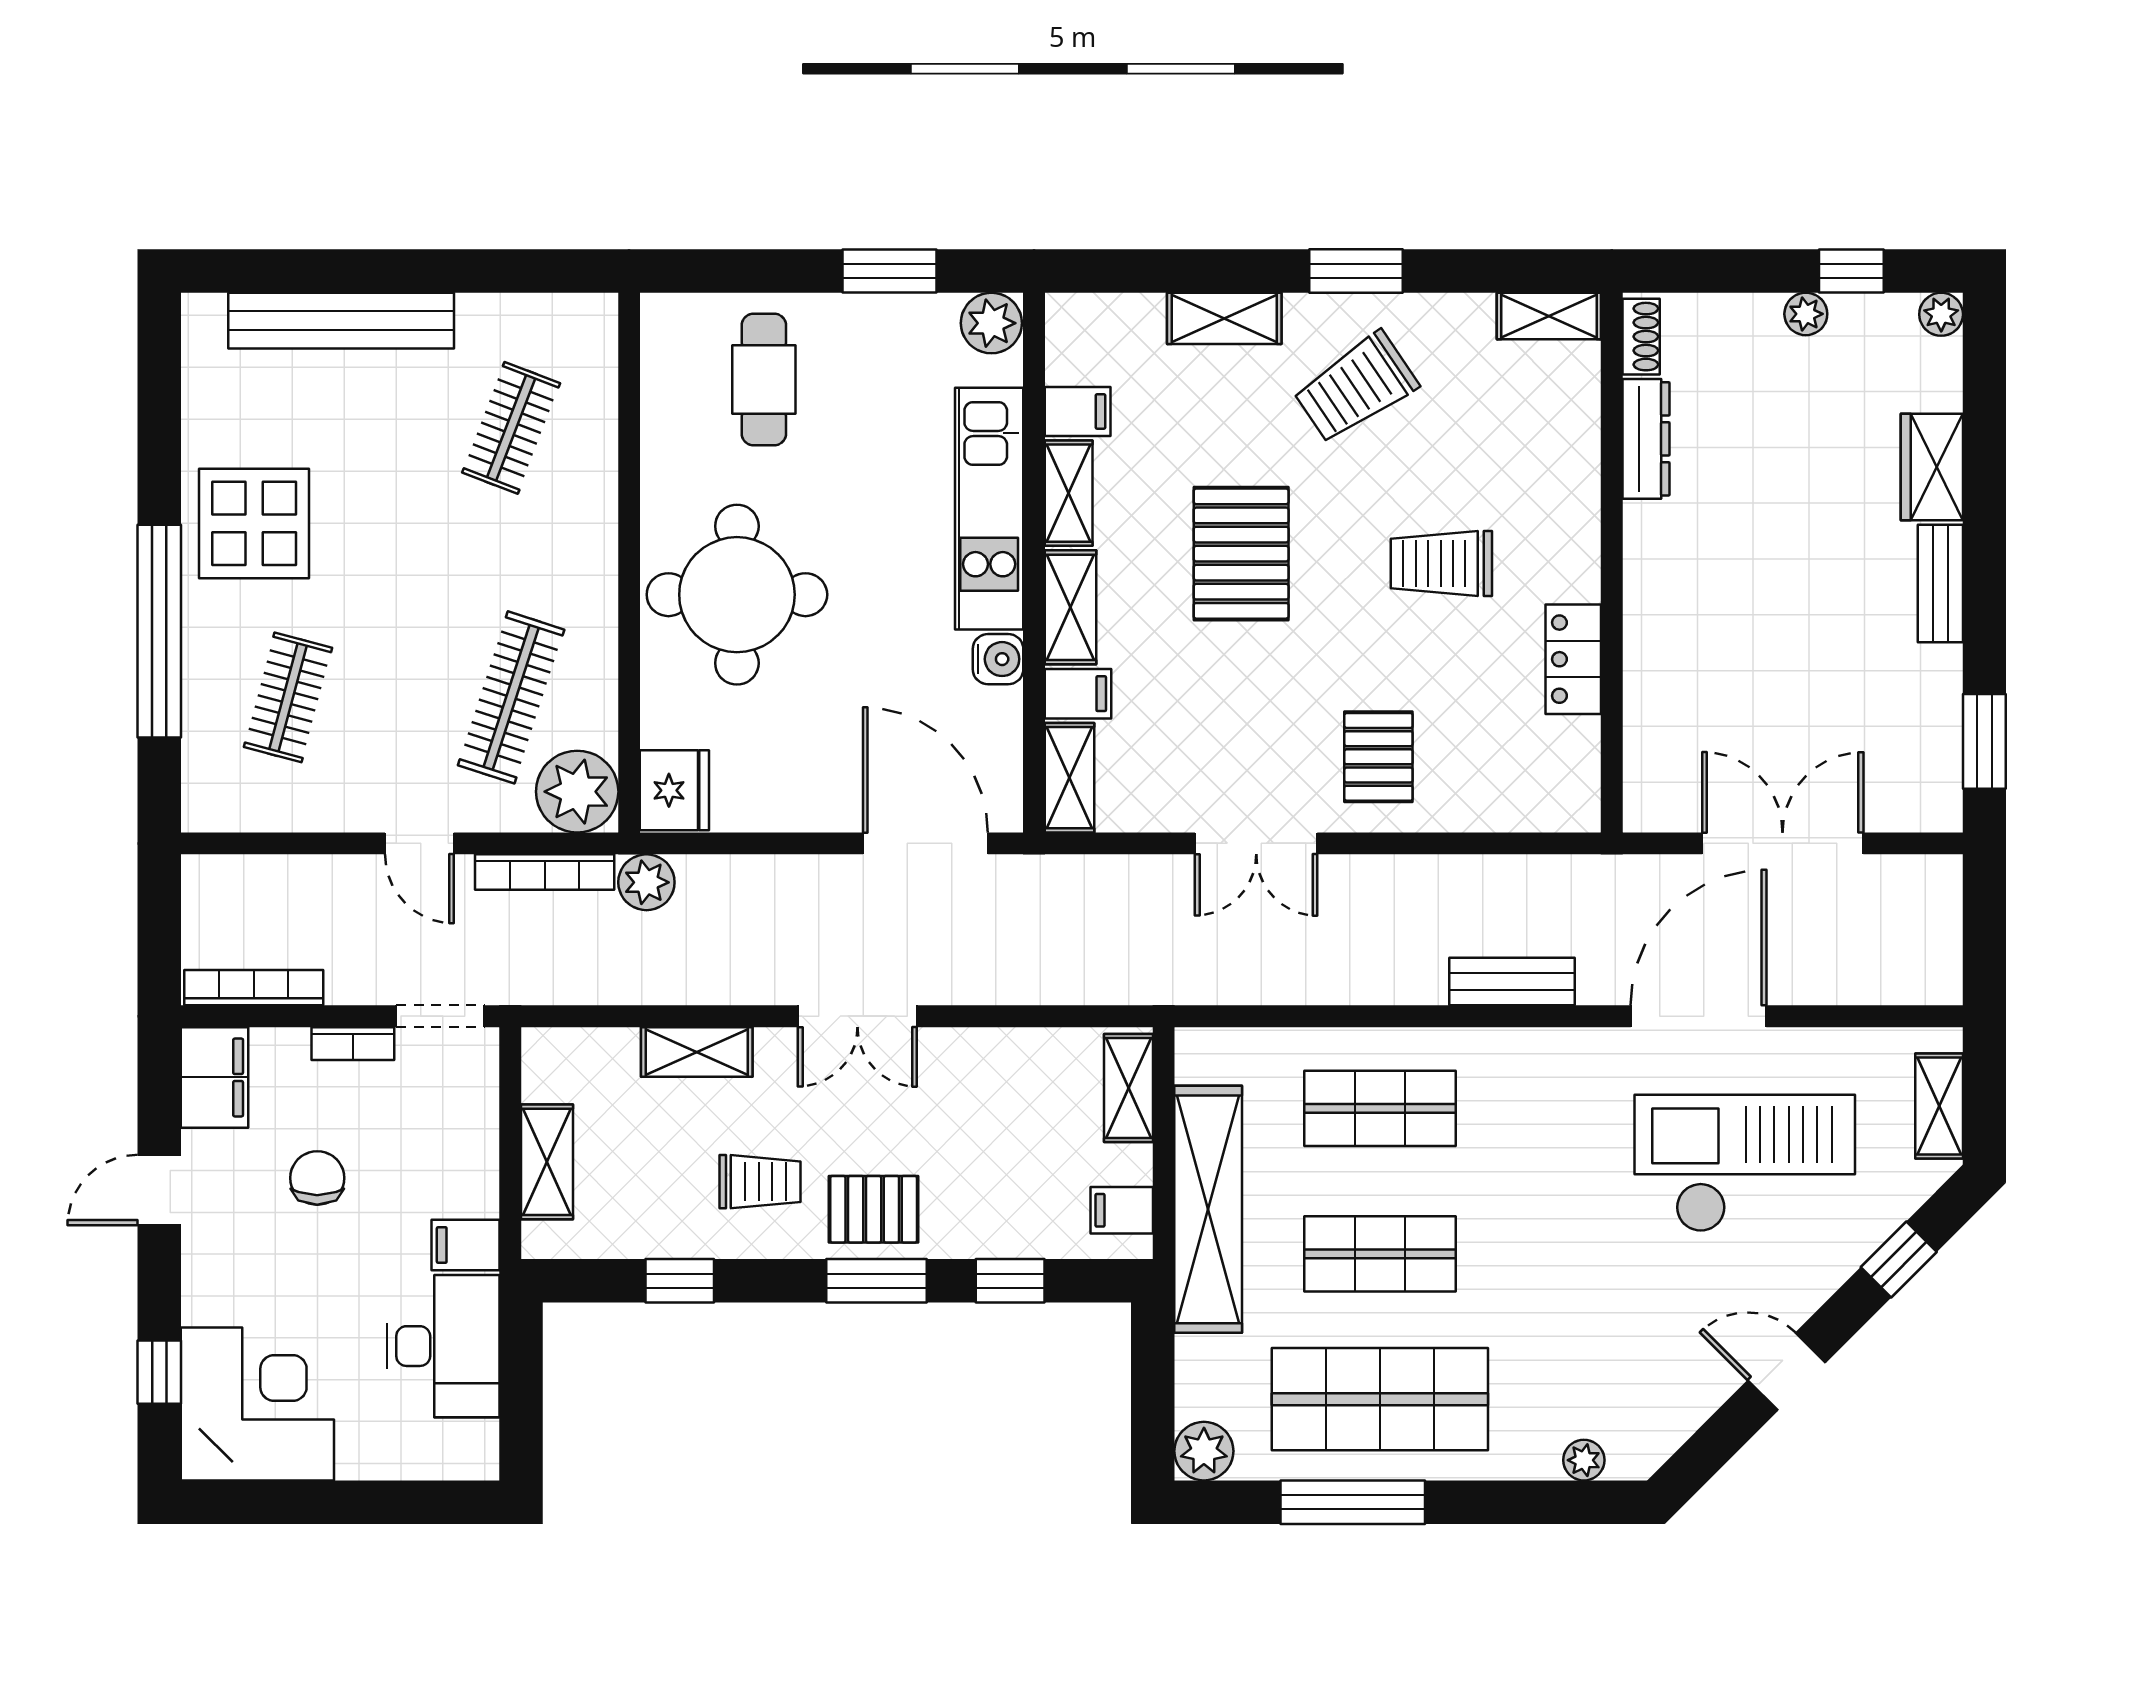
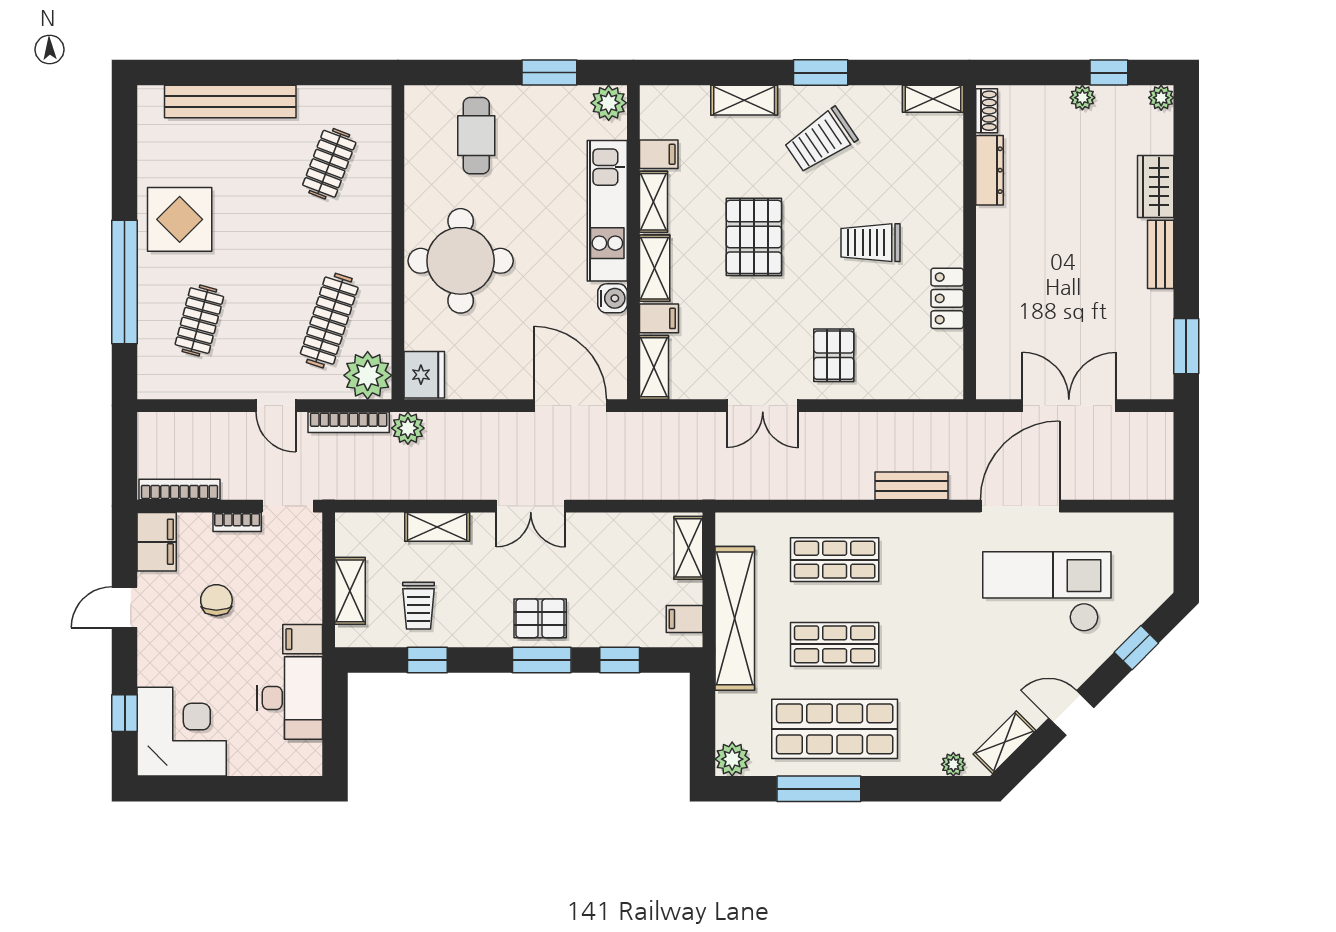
shelving: (1939, 1106) -> (1005, 742), moved, turned 45
trolley: (760, 1182) -> (419, 606), moved, turned 90

